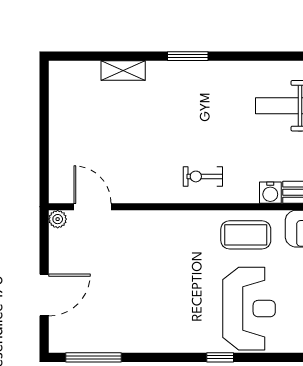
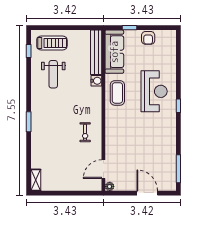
shelving: (123, 71) -> (36, 180), moved
exercise bike: (203, 176) -> (85, 132), moved
reception desk: (249, 309) -> (154, 91), turned 90

